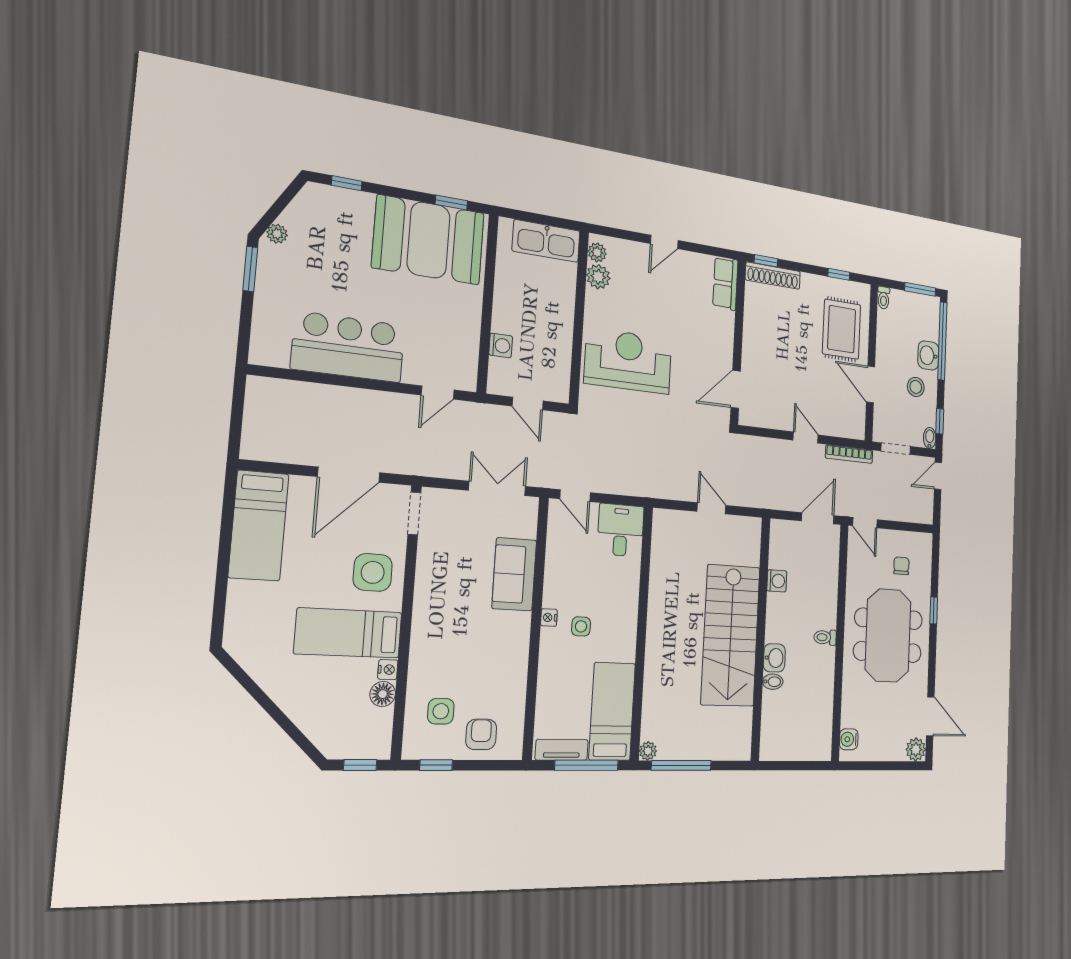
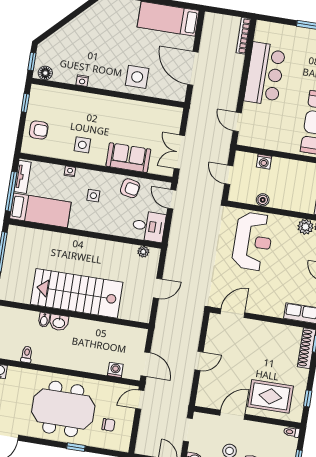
boiler: (563, 346) -> (263, 200), added
door: (736, 389) -> (233, 313), hinge flipped
door: (528, 404) -> (229, 175), hinge flipped
bookcase: (849, 454) -> (243, 36), moved
double door: (497, 488) -> (179, 152), swing flipped
door: (575, 496) -> (172, 199), hinge flipped
doorway: (414, 513) -> (168, 103), removed
armchair: (564, 566) -> (130, 188), added
washing machine: (777, 581) -> (115, 370), moved, turned 180
nightstand: (549, 617) -> (70, 171), moved
bed: (348, 633) -> (105, 61), removed
toilet: (825, 637) -> (27, 354), moved
floor lamp: (383, 694) -> (45, 73), moved
side table: (441, 711) -> (82, 145), moved
plant: (648, 751) -> (143, 252), moved

